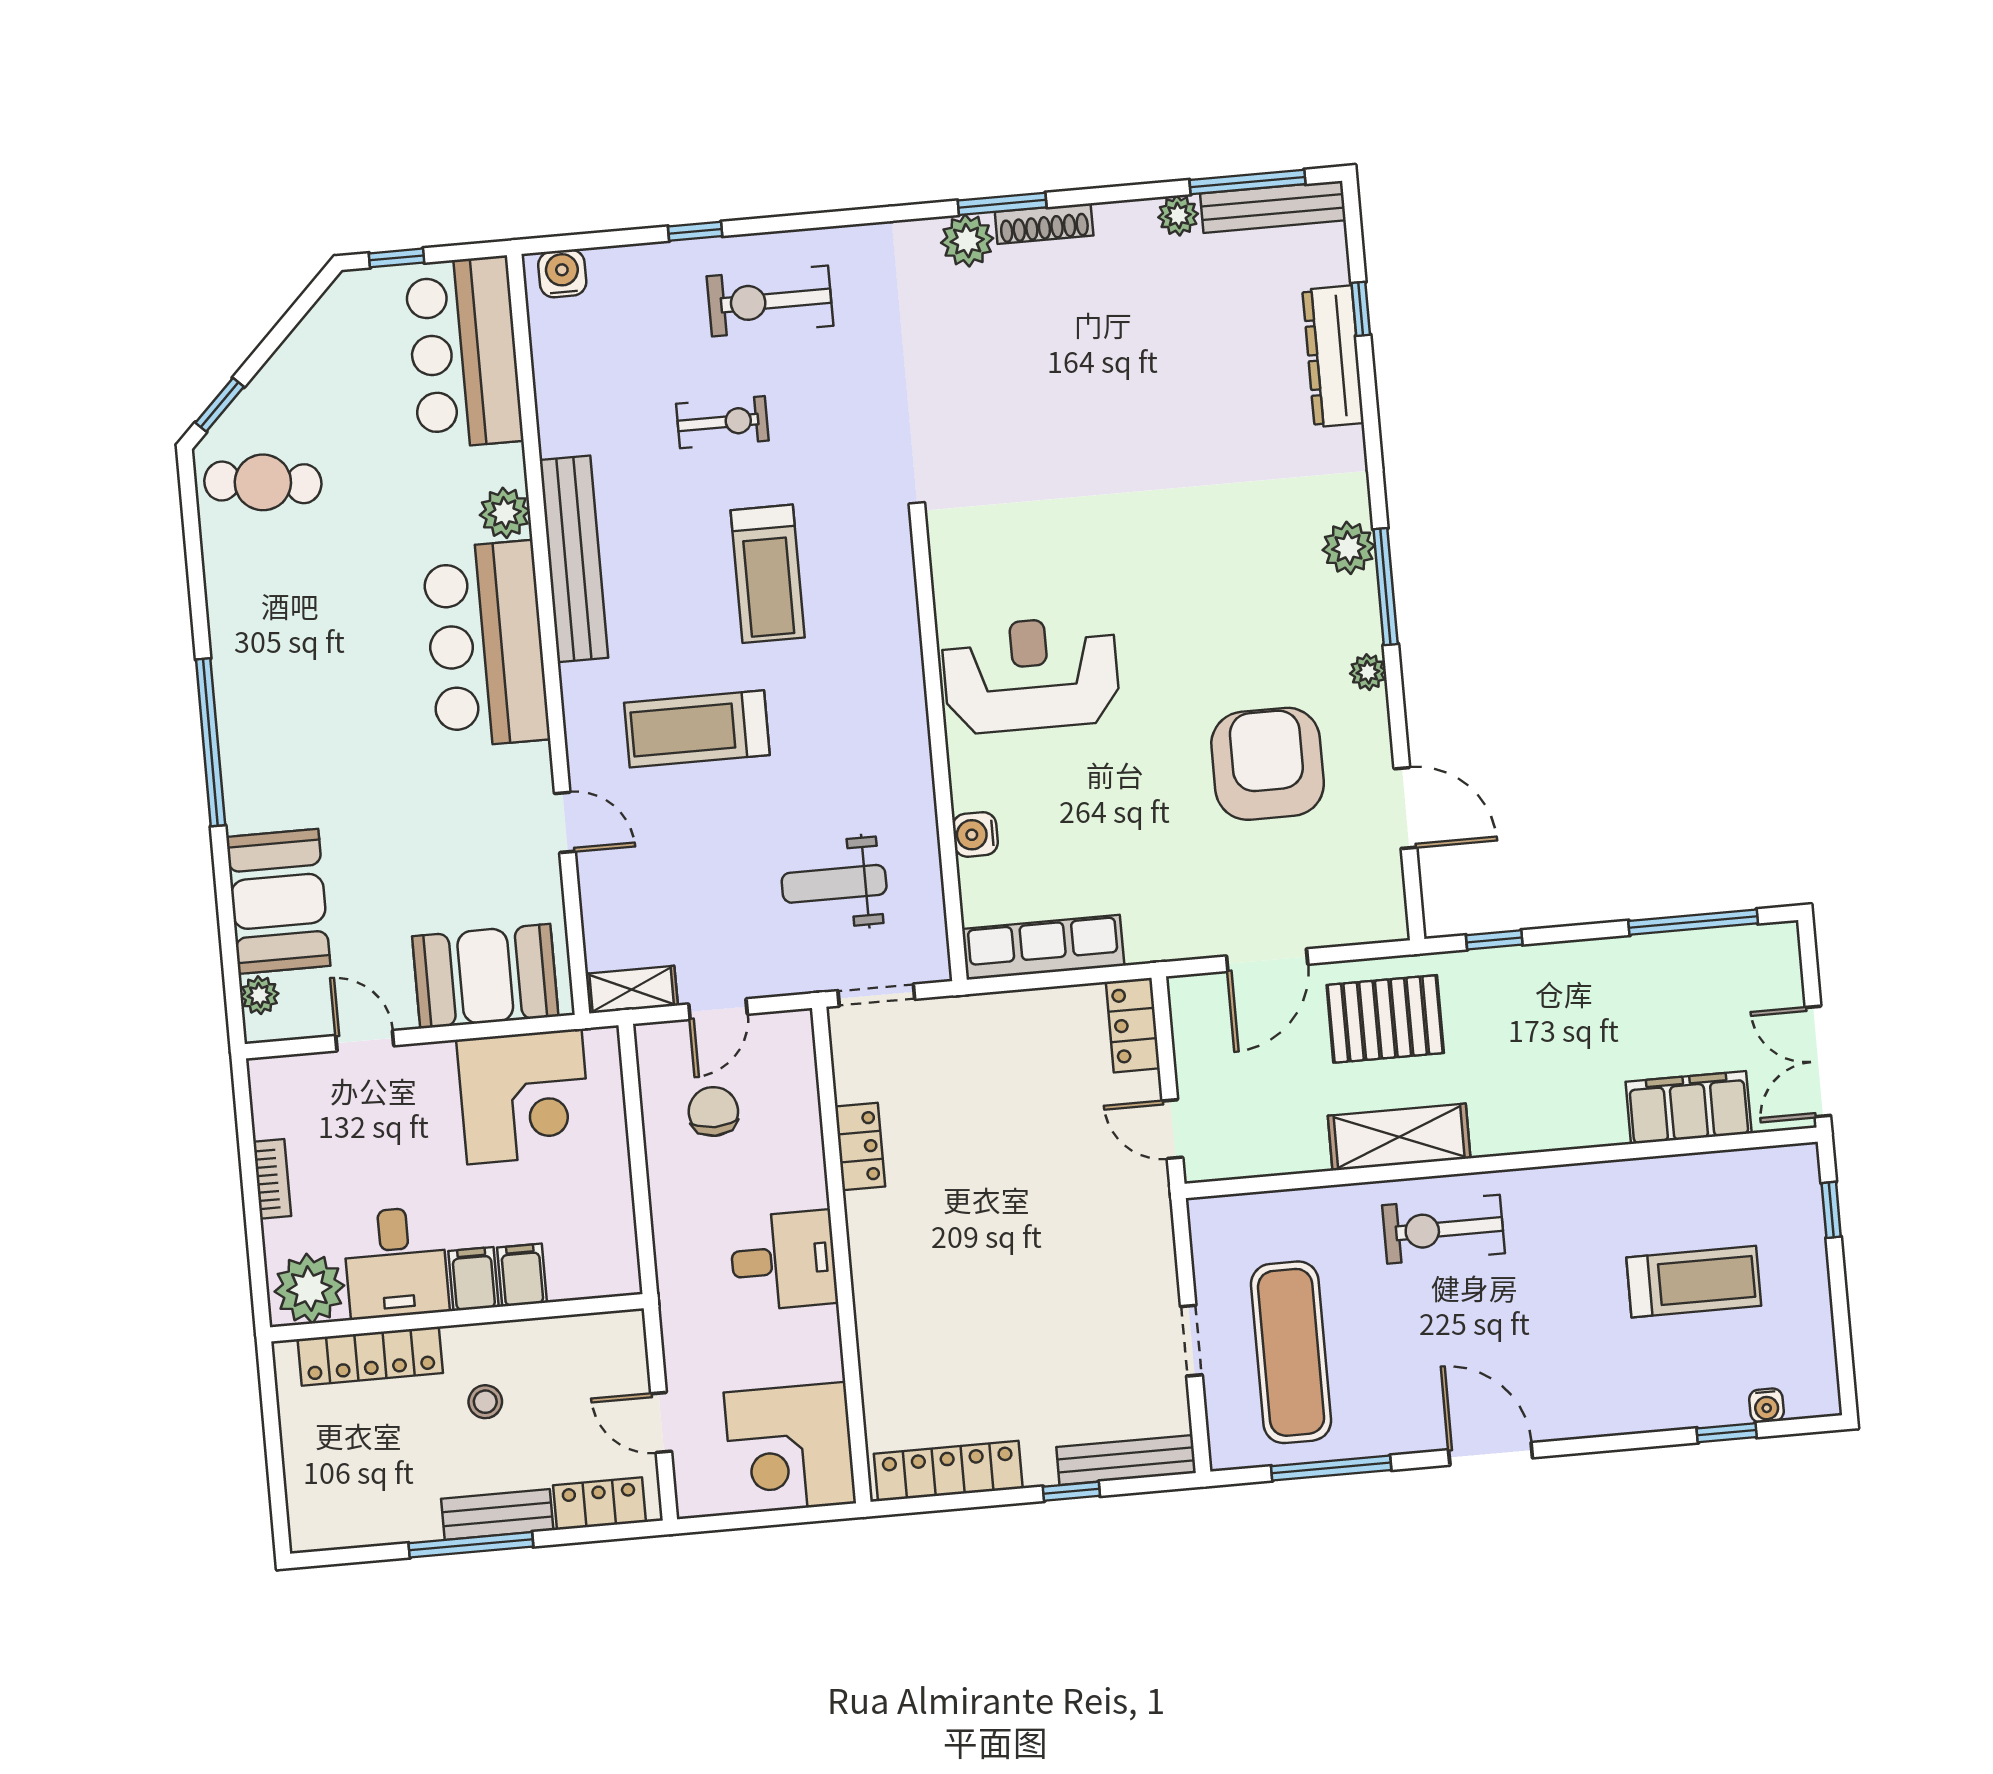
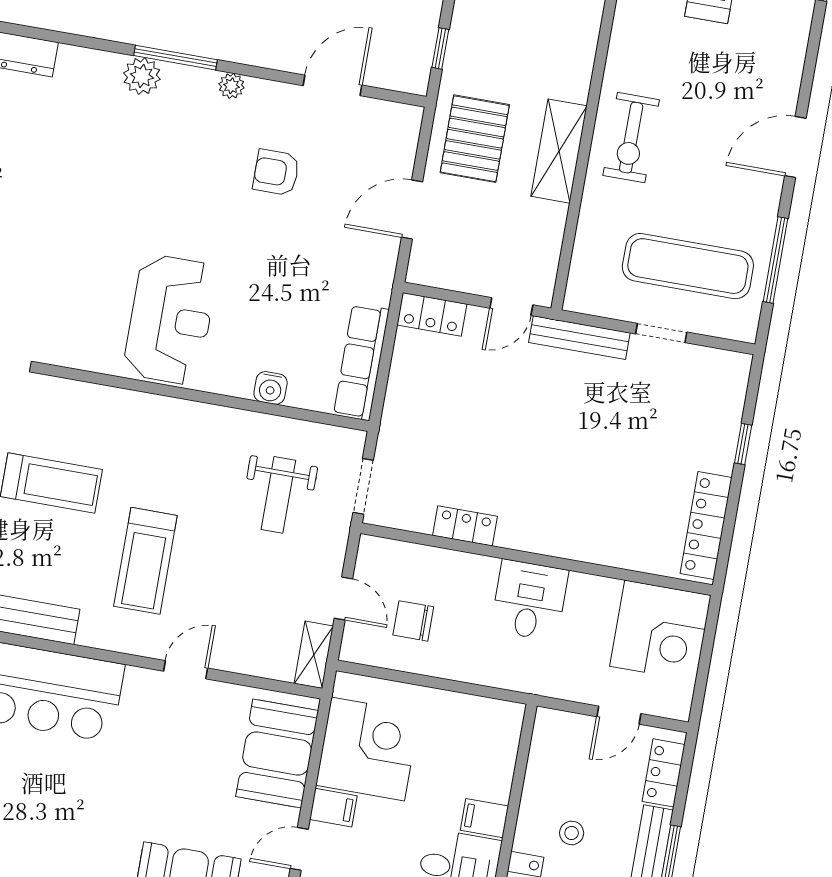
reception desk: (1031, 675) -> (170, 320), turned 180
armchair: (1268, 764) -> (276, 172), width x0.53, depth x0.53
door: (1267, 960) -> (412, 209), swing flipped
filing cabinet: (522, 1275) -> (333, 808), moved, turned 180
bench: (1126, 1460) -> (579, 338), moved, turned 90

